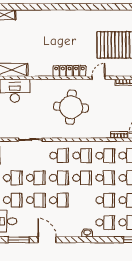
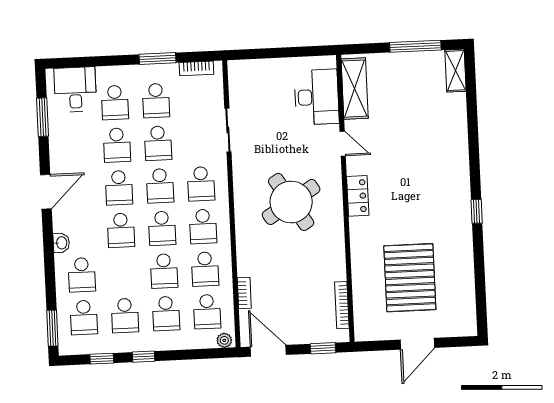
window: (81, 7) -> (477, 211), added
locker: (69, 71) -> (358, 196), width x0.66
door: (99, 78) -> (343, 144), moved
round table: (71, 107) -> (291, 202), turned -36
school desk: (105, 200) -> (121, 230), moved
door: (47, 240) -> (46, 192), moved

